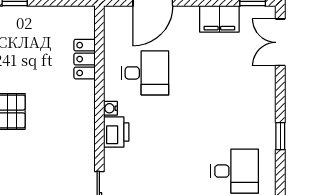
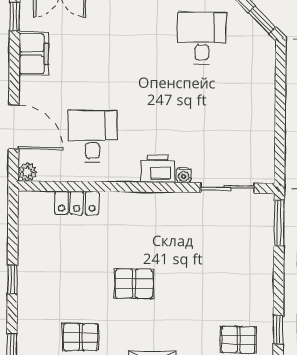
plant: (112, 14) -> (27, 172), added
water cooler: (111, 108) -> (184, 175), moved

